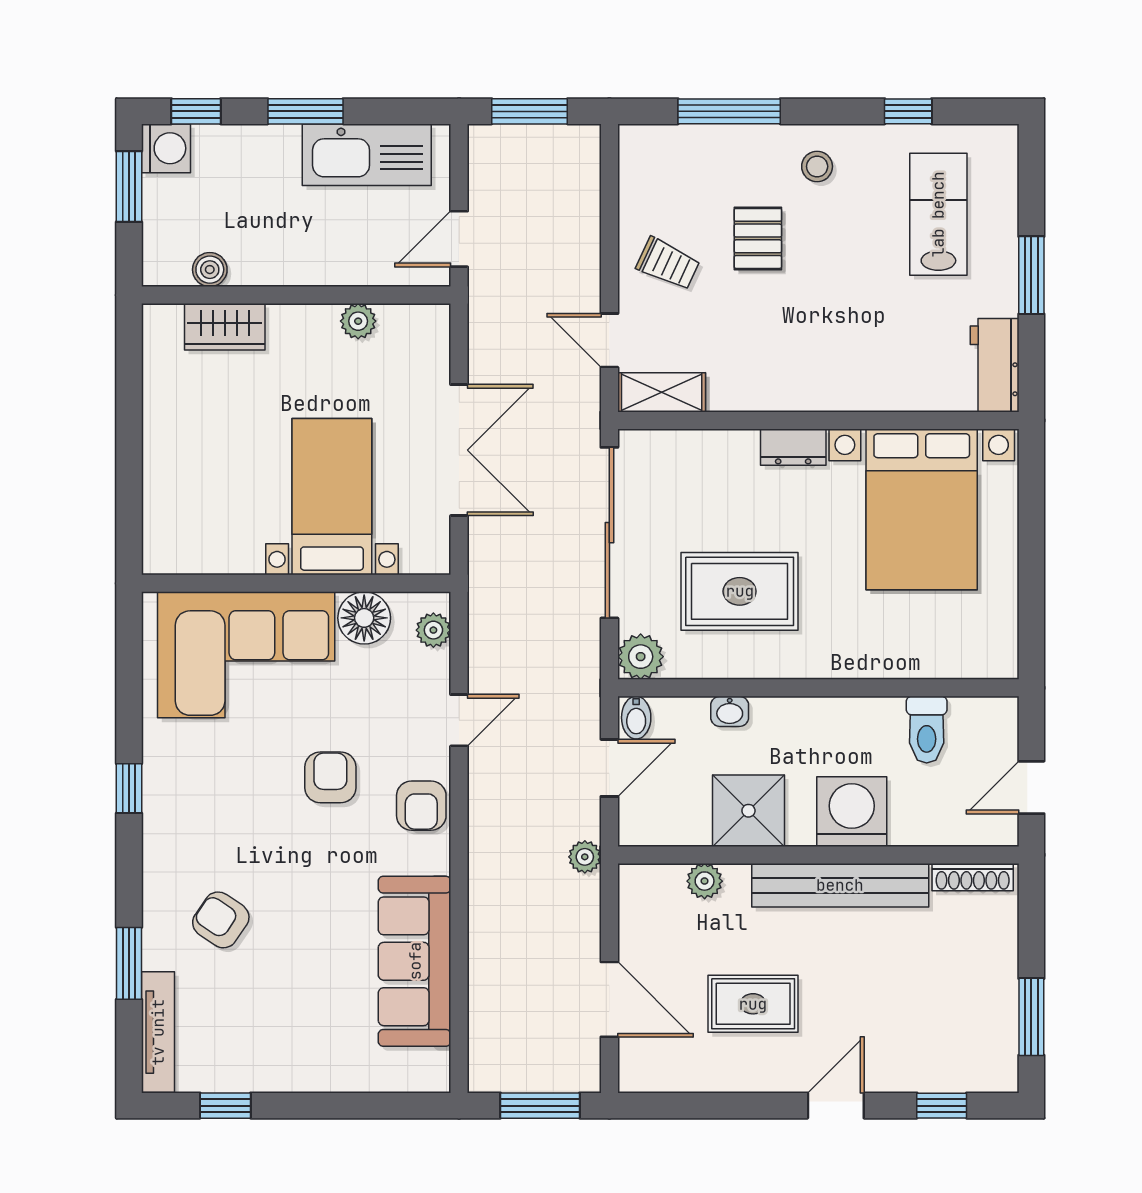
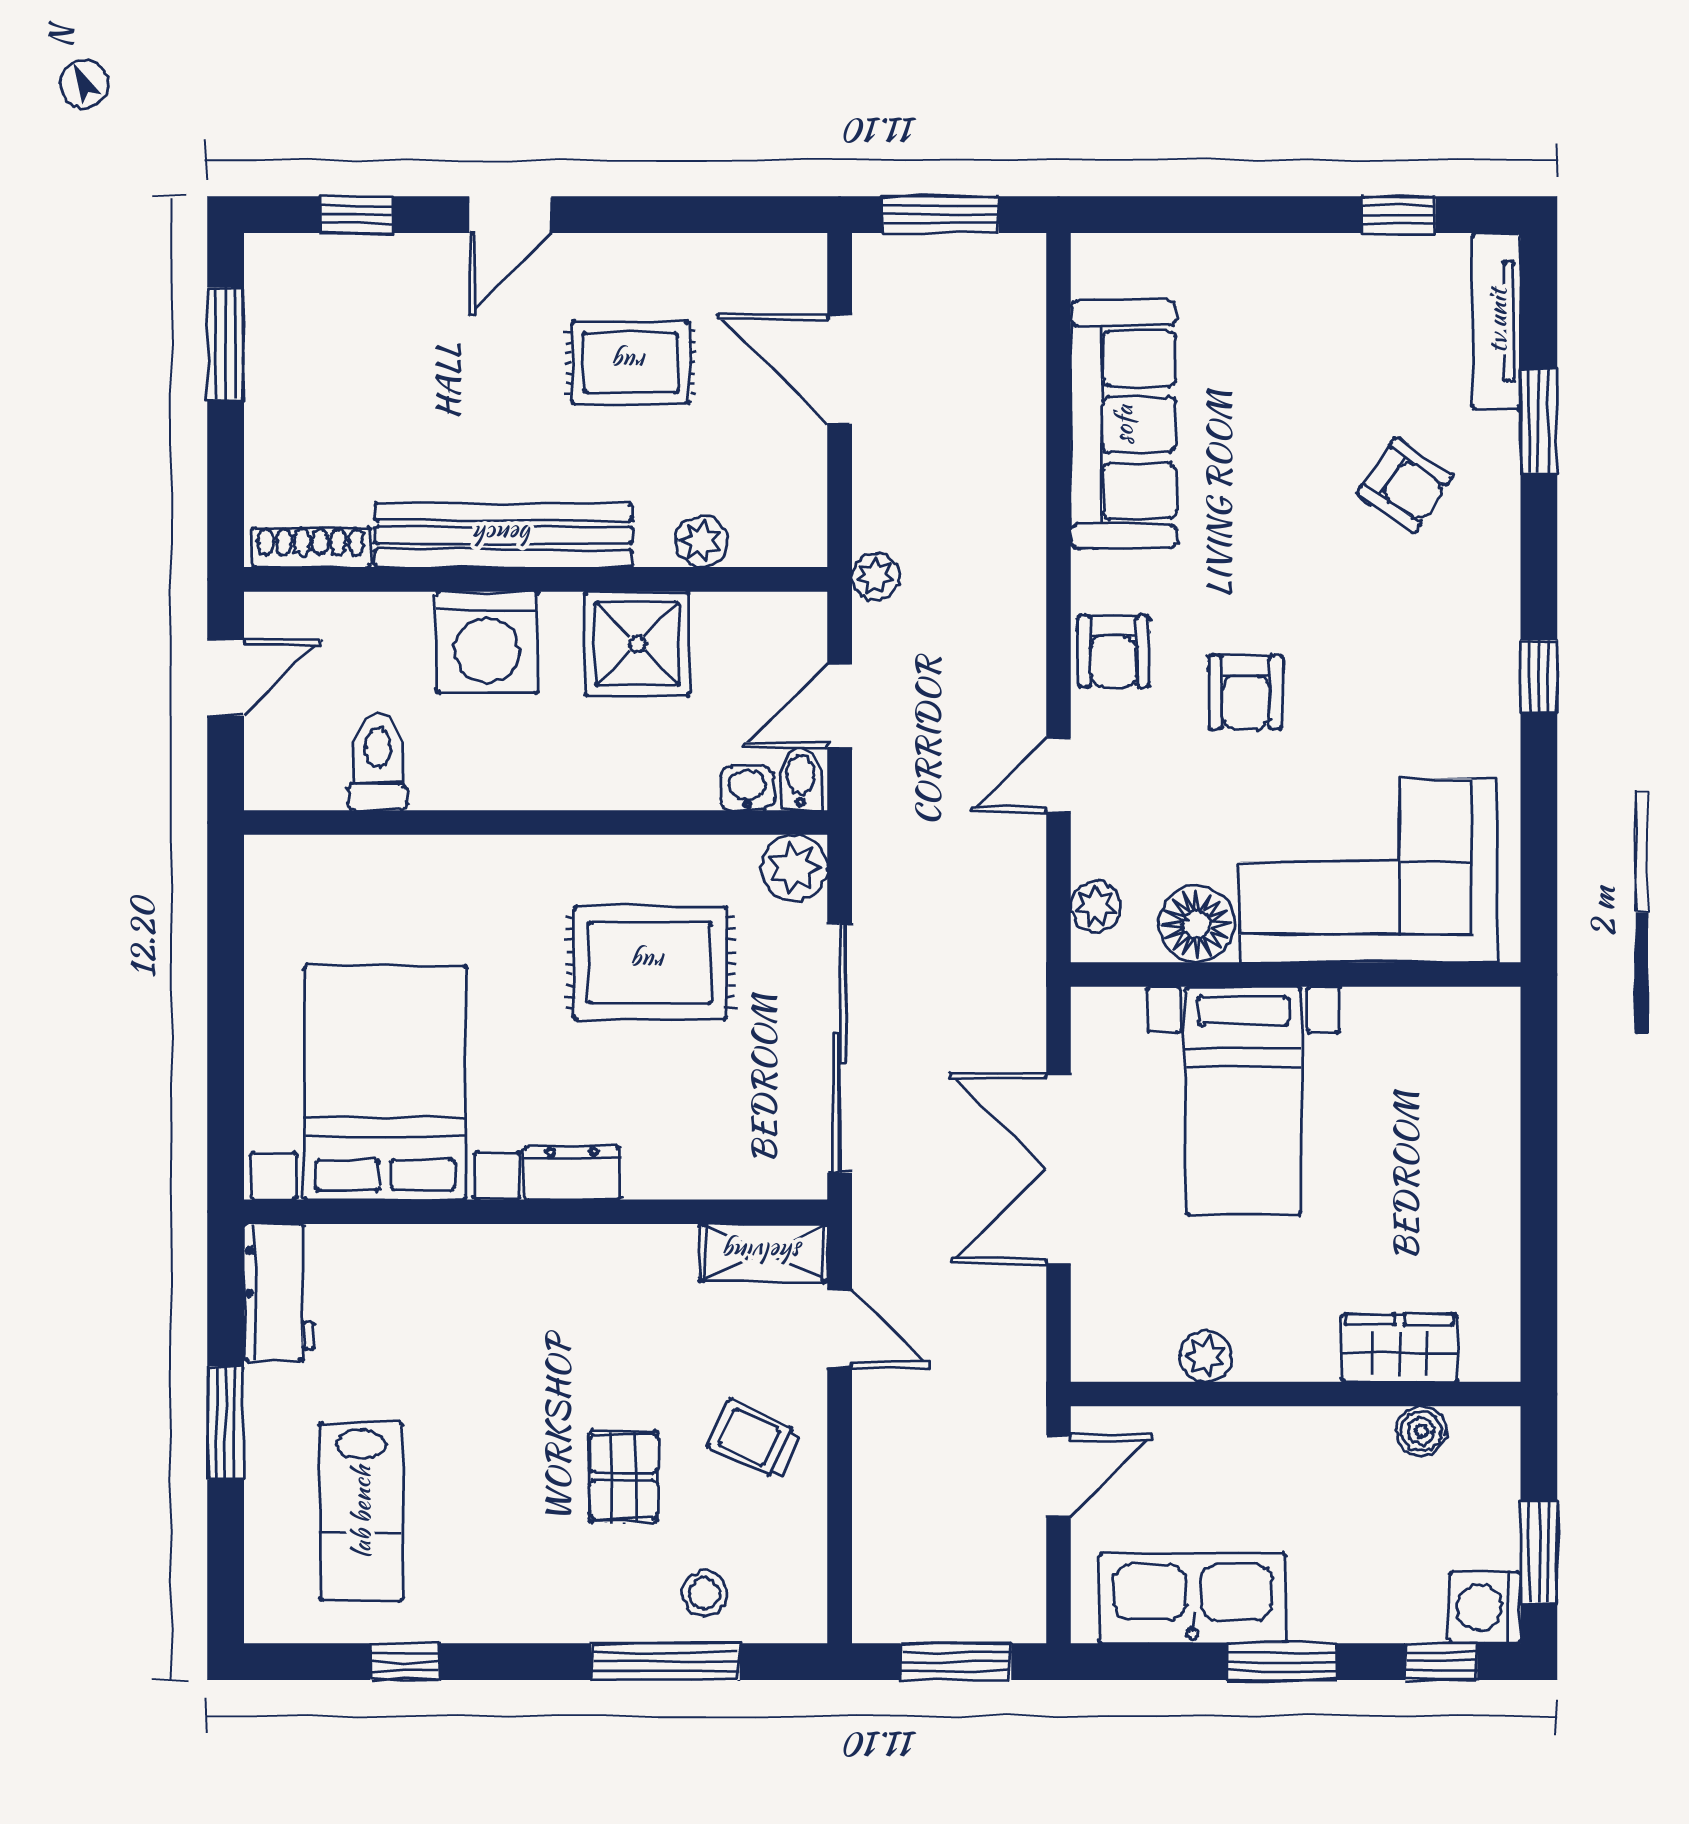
stool: (817, 166) -> (704, 1593), moved
washbasin: (730, 711) -> (747, 788), moved
armchair: (421, 806) -> (1113, 651), turned 180

